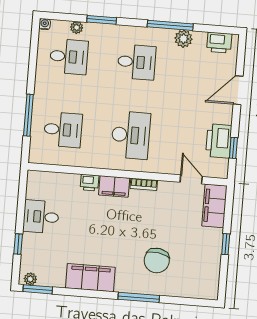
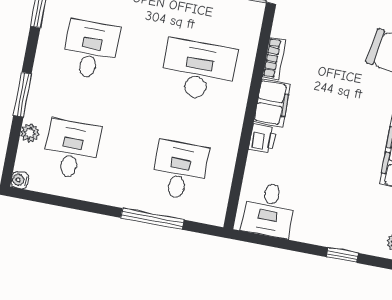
desk: (41, 217) -> (269, 210), moved

